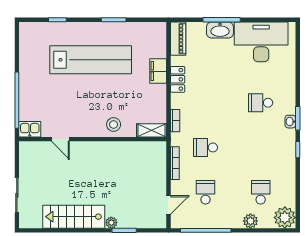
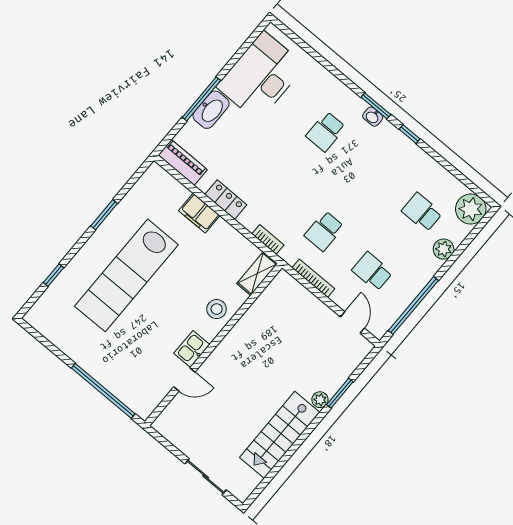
lab bench: (91, 60) -> (126, 275), turned 180
kitchen sink: (30, 129) -> (192, 349), moved

